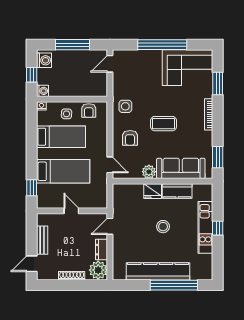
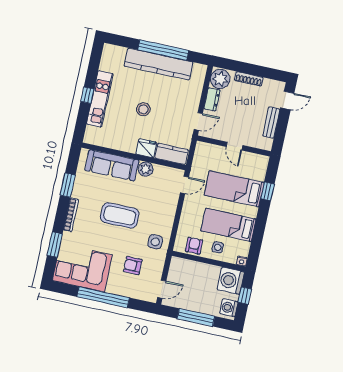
washing machine: (43, 91) -> (231, 281), width x1.89, depth x1.89
coffee table: (164, 124) -> (120, 215), width x1.36, depth x1.32
armchair: (130, 138) -> (133, 266), moved, turned -90
window: (218, 157) -> (68, 185), moved
door: (110, 165) -> (184, 185), swing flipped
window: (32, 188) -> (268, 191), moved
kitchen counter: (177, 191) -> (172, 154), moved
window: (174, 285) -> (163, 50), moved

